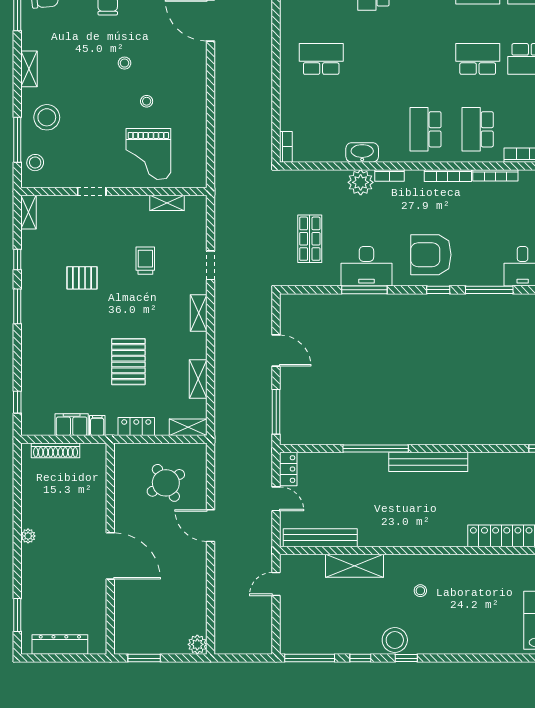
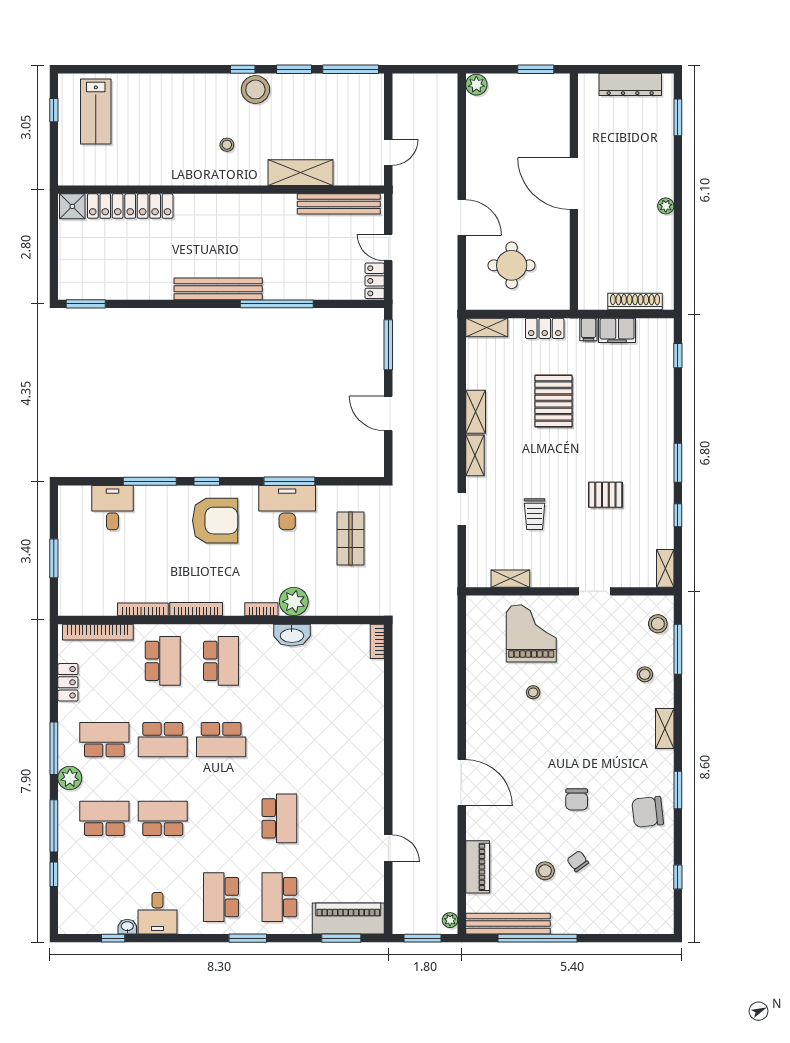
school desk: (321, 59) -> (221, 740), moved
stool: (124, 63) -> (558, 735), removed
stool: (47, 117) -> (645, 674), width x0.53, depth x0.53
shelving: (198, 379) -> (476, 412), moved
round table: (166, 483) -> (512, 265), turned 32
window: (360, 658) -> (294, 69), width x1.50

